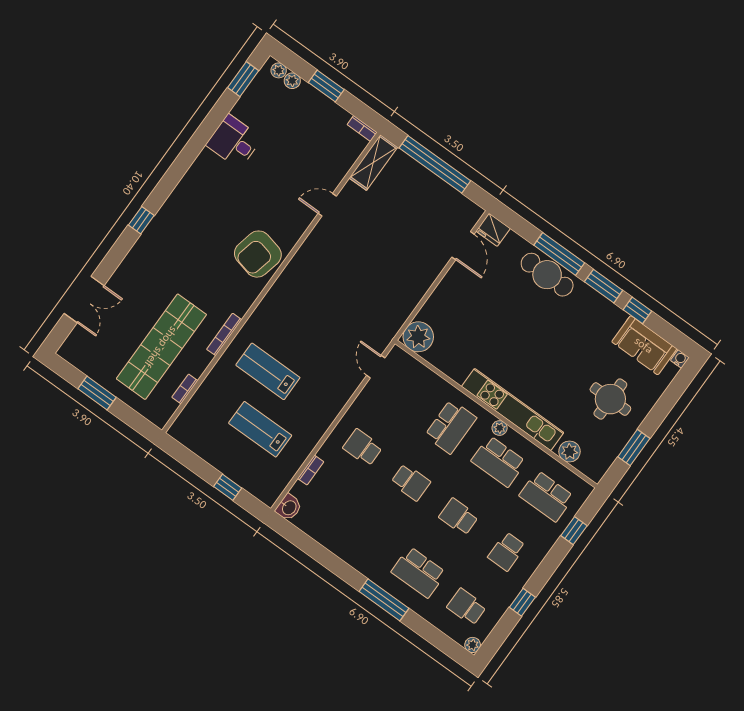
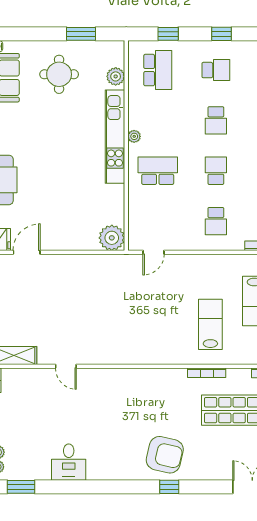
armchair: (258, 254) -> (165, 455), moved
lab bench: (268, 371) -> (210, 324), turned 180
school desk: (499, 461) -> (158, 120), removed
window: (522, 602) -> (222, 34), moved

